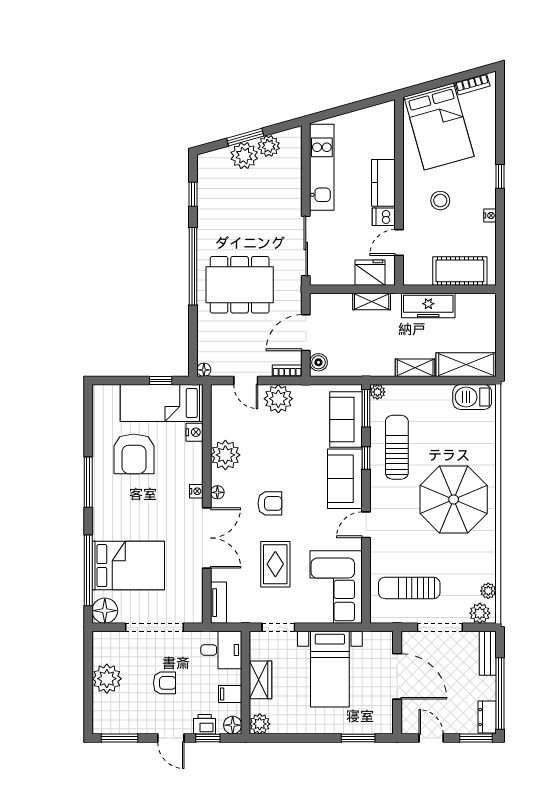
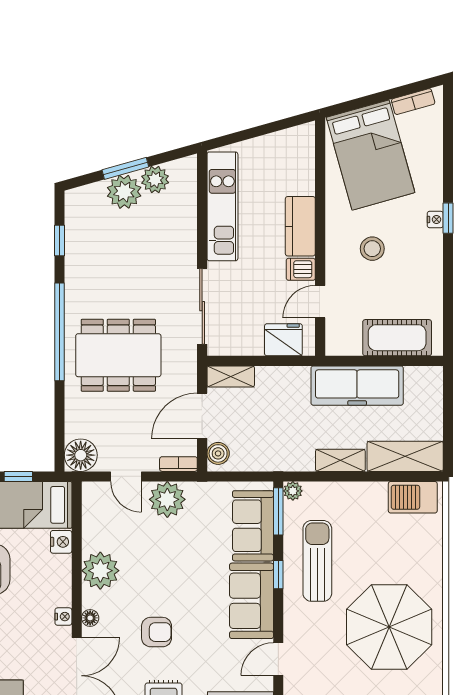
nightstand: (490, 216) -> (435, 219), moved
shelving: (372, 302) -> (231, 376), moved
freezer: (428, 305) -> (357, 386), width x1.36, depth x1.26
floor lamp: (204, 370) -> (81, 455), width x1.89, depth x1.89

